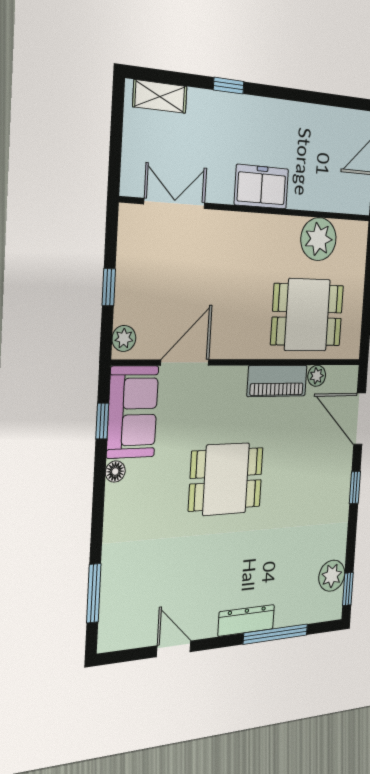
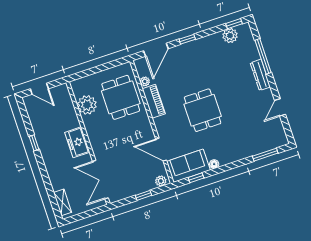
window: (229, 86) -> (34, 143), moved
double door: (175, 203) -> (100, 180), width x1.37

